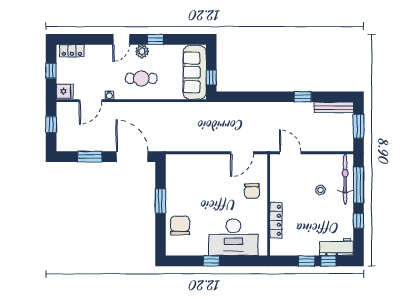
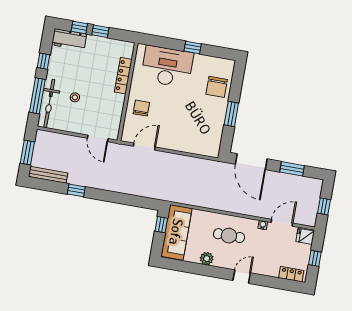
window: (155, 39) -> (209, 271), removed
plant: (142, 51) -> (207, 259), moved

